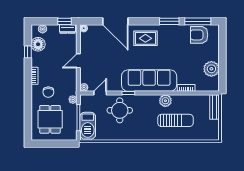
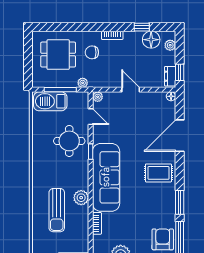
rug: (145, 38) -> (158, 173), turned 90

